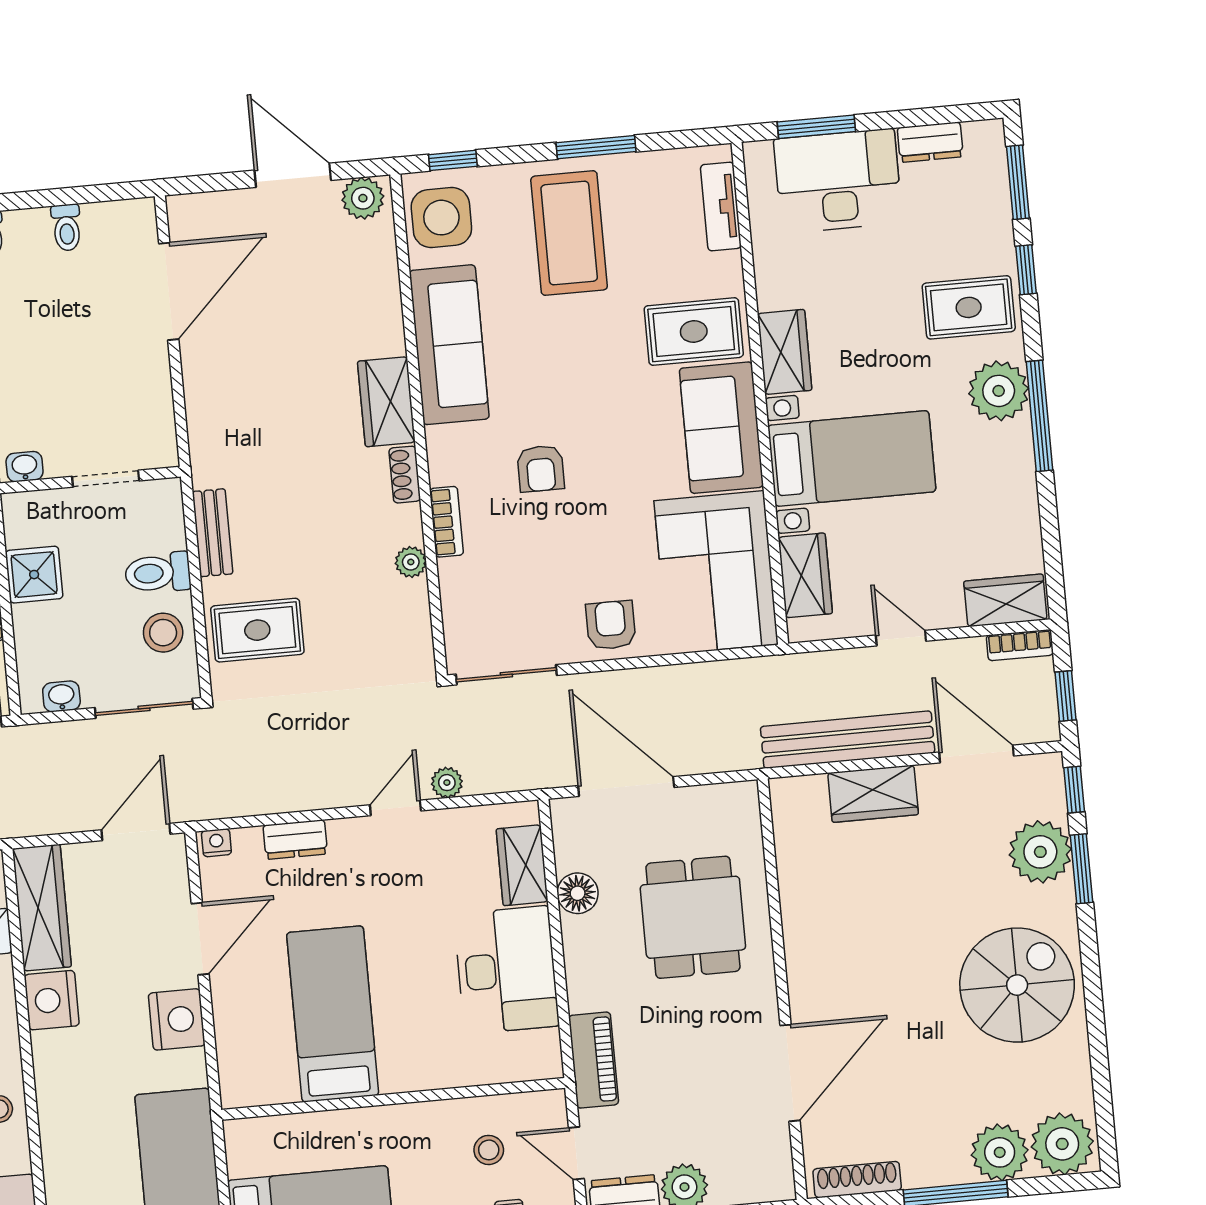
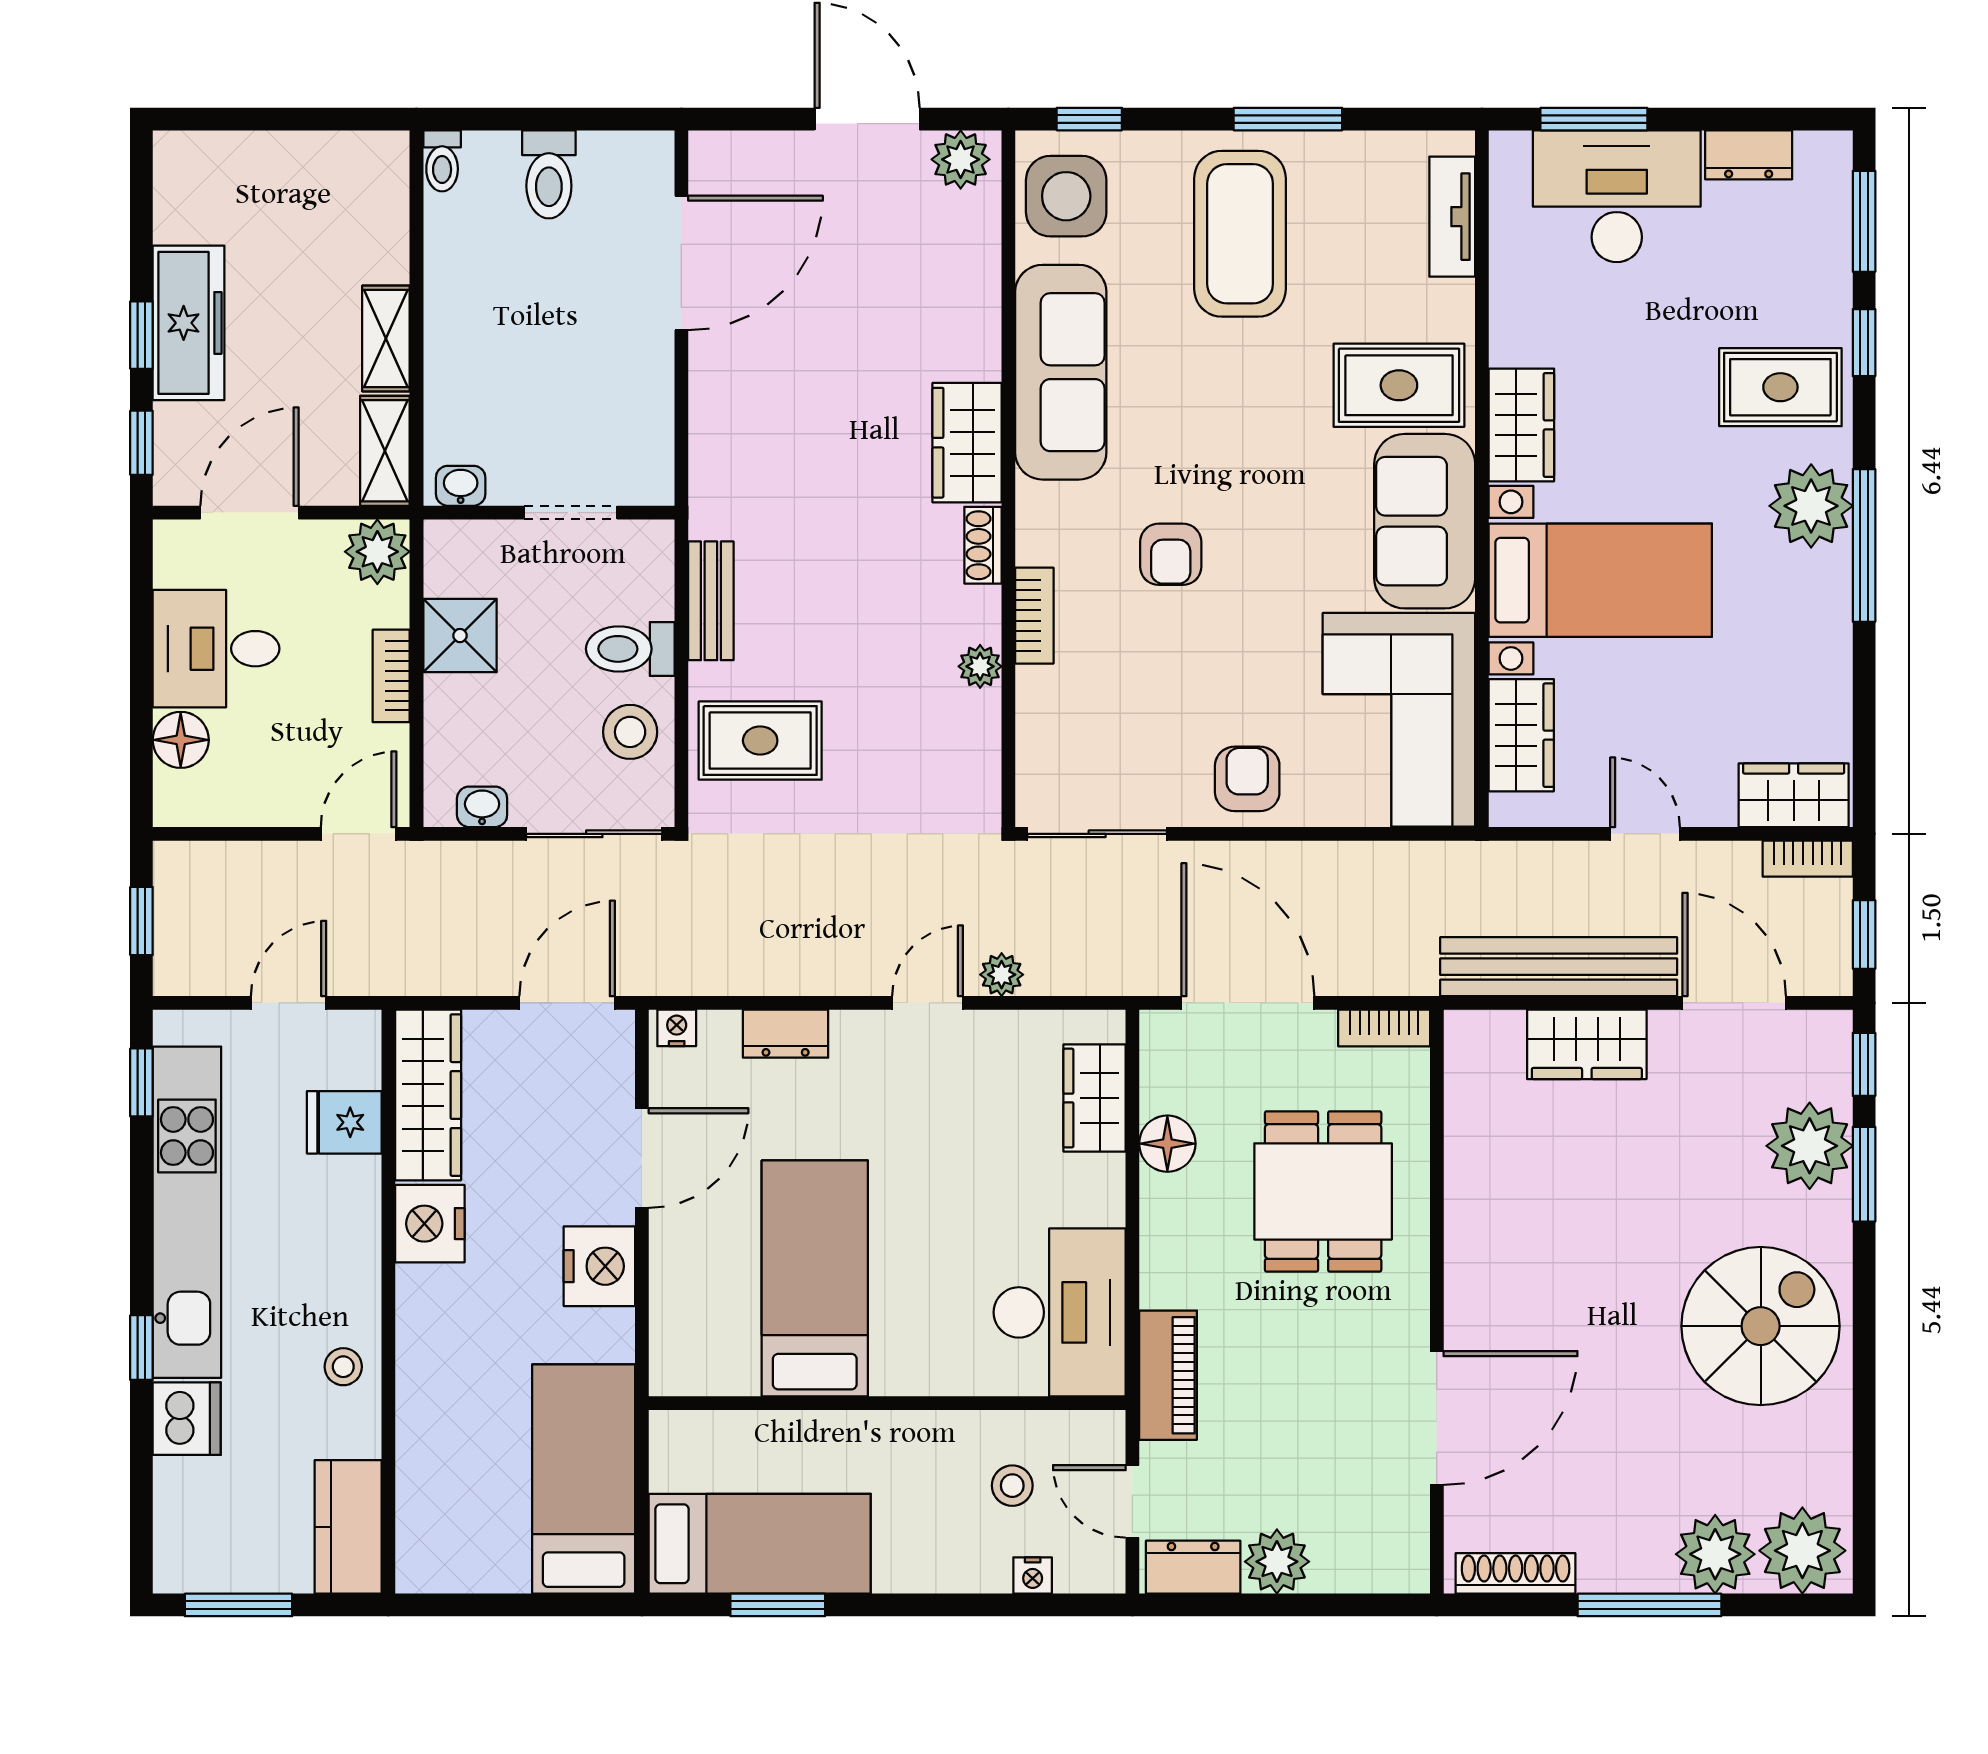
toilet: (67, 228) -> (549, 174), width x1.37, depth x1.39
bookcase: (726, 796) -> (1384, 1028), added
desk: (506, 970) -> (1060, 1312), moved

